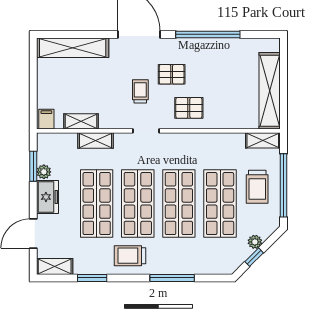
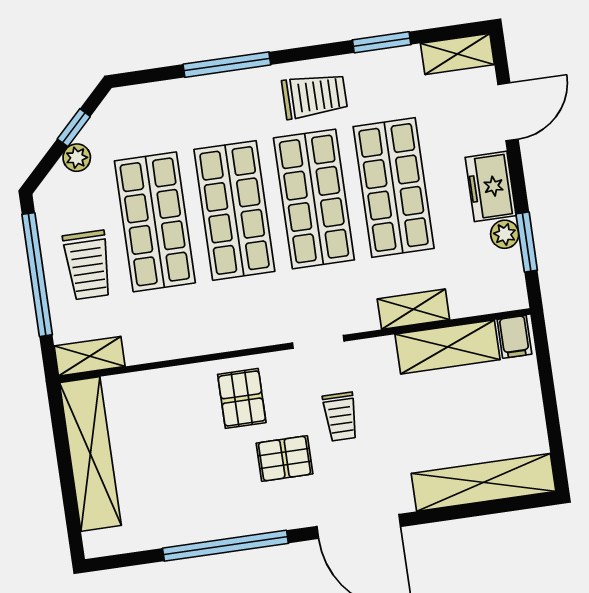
pallet: (189, 108) -> (242, 398), turned 90
shelving: (81, 121) -> (448, 347), width x1.50, depth x1.33
trolley: (257, 187) -> (88, 265), turned 180

